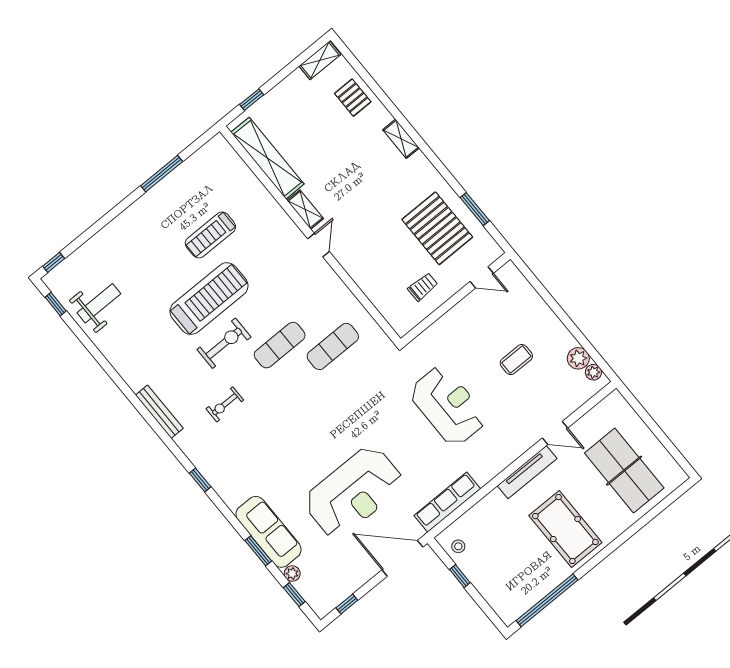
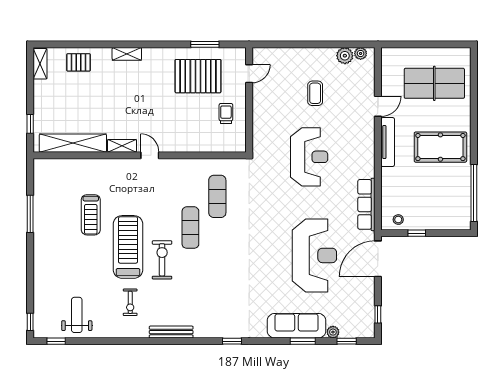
exercise bike: (225, 404) -> (130, 302), moved
reception desk: (448, 406) -> (309, 157), turned 90

